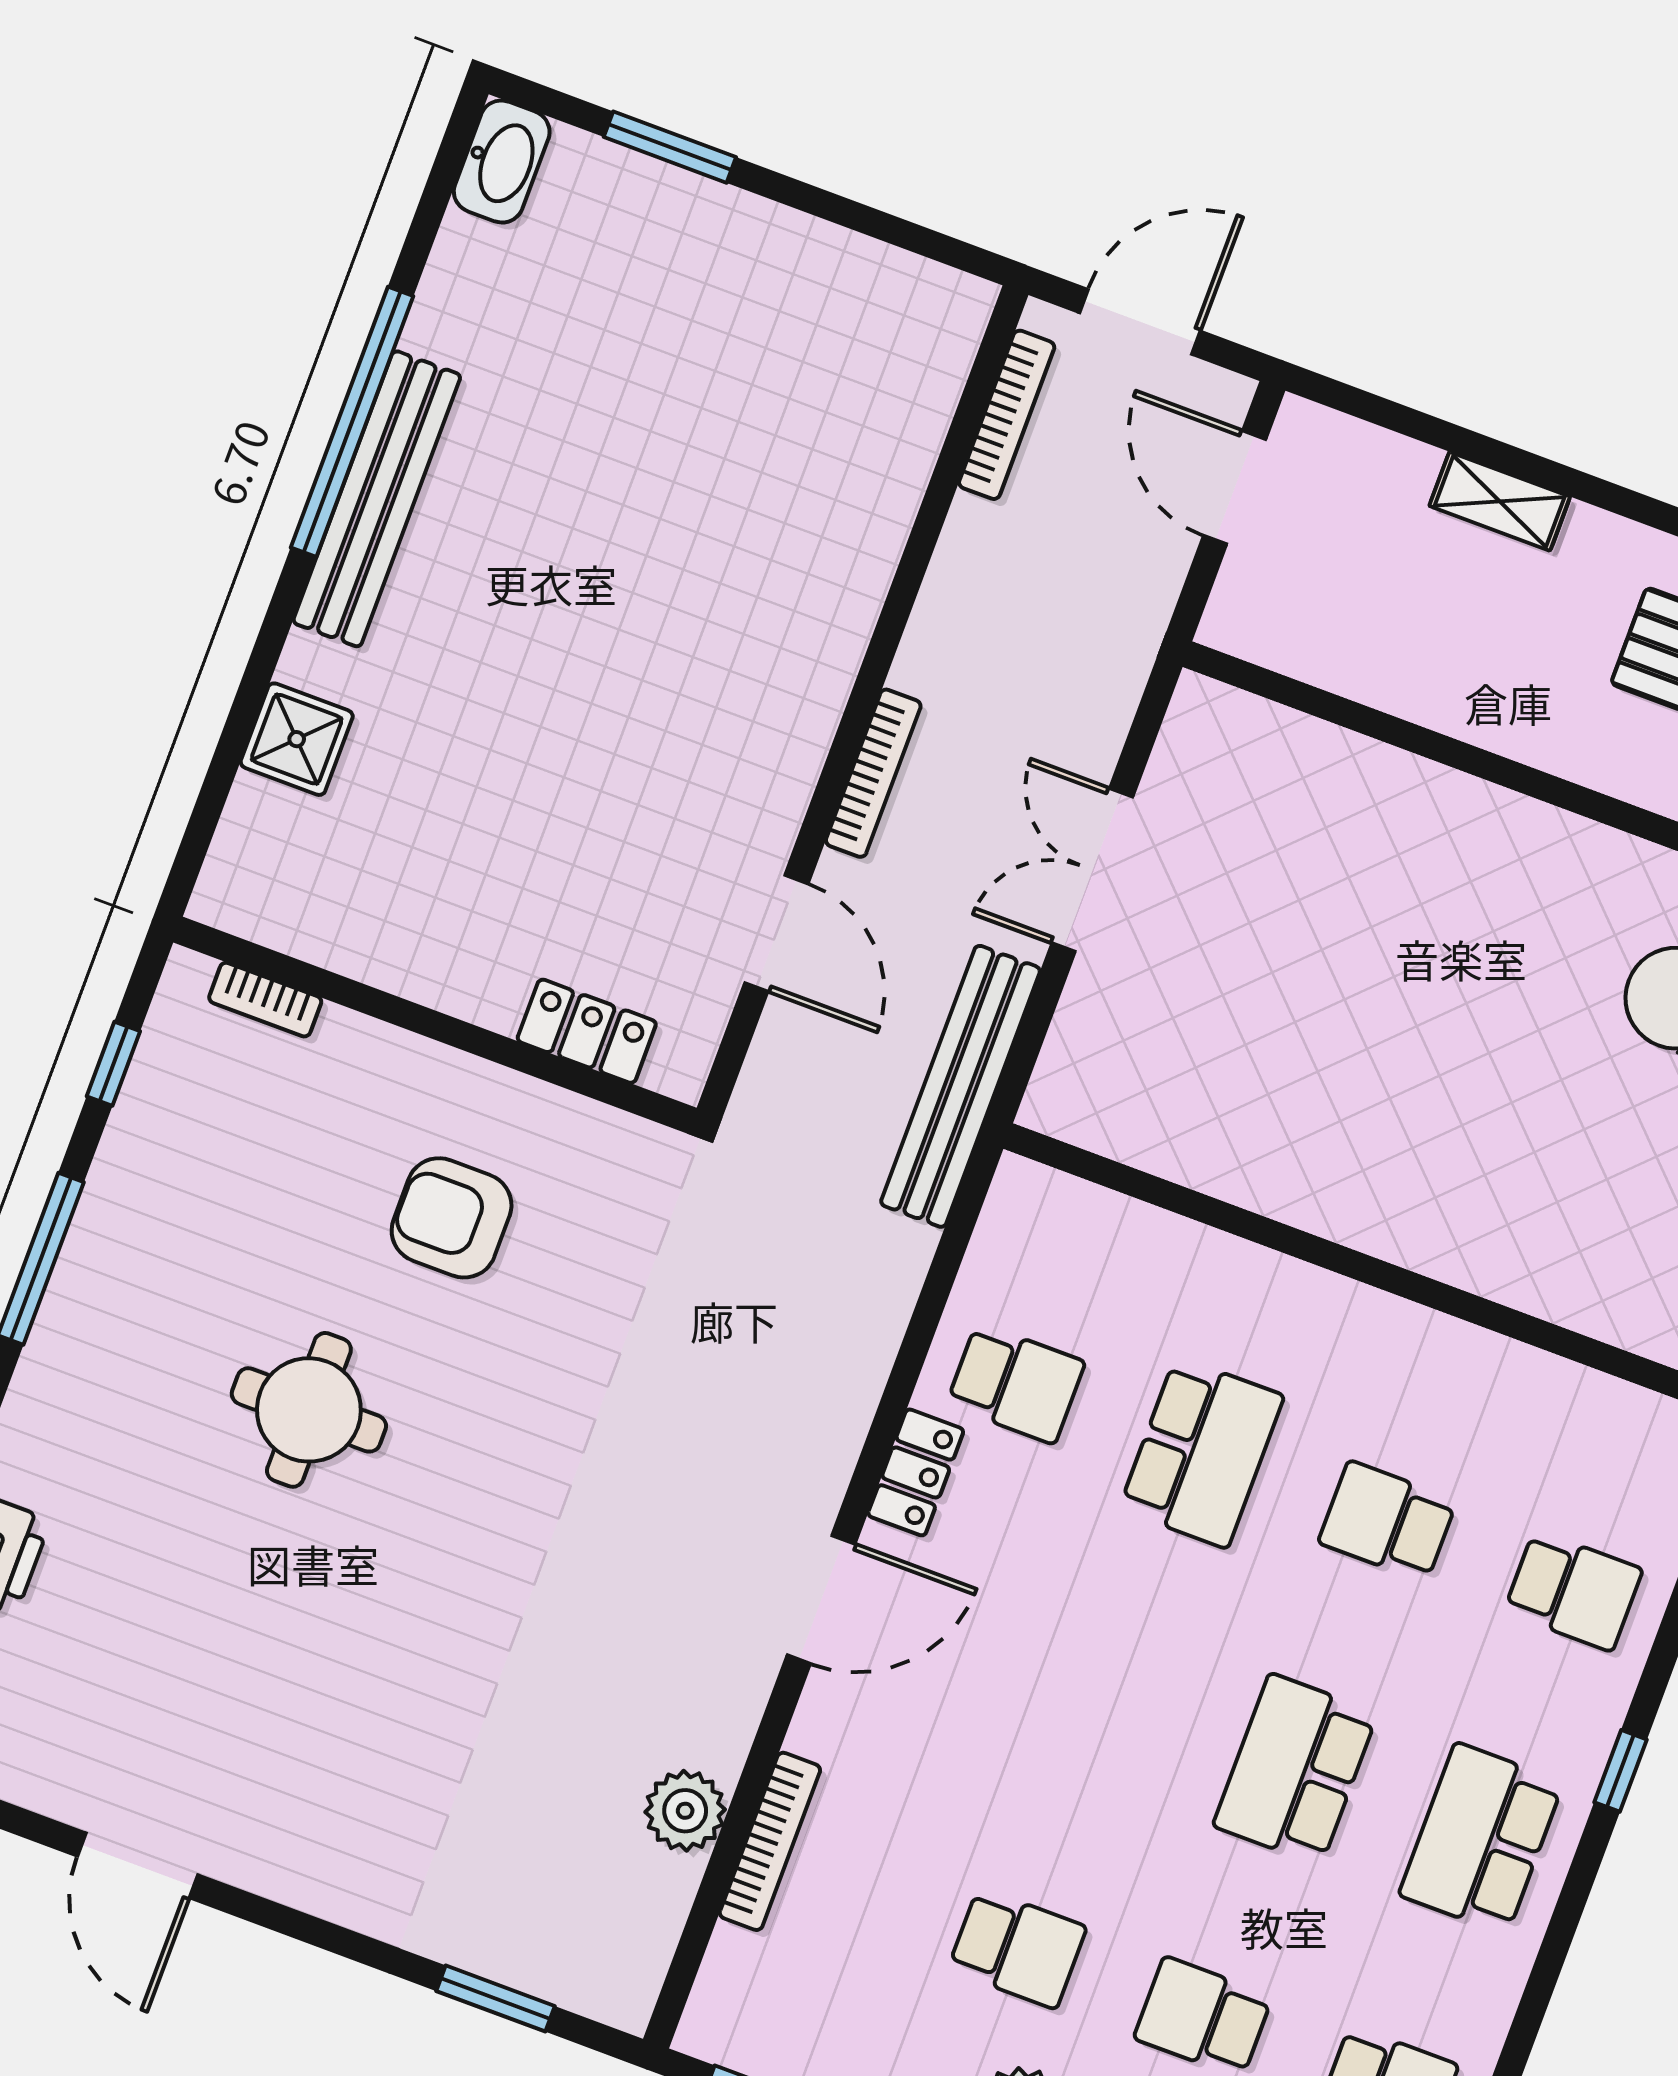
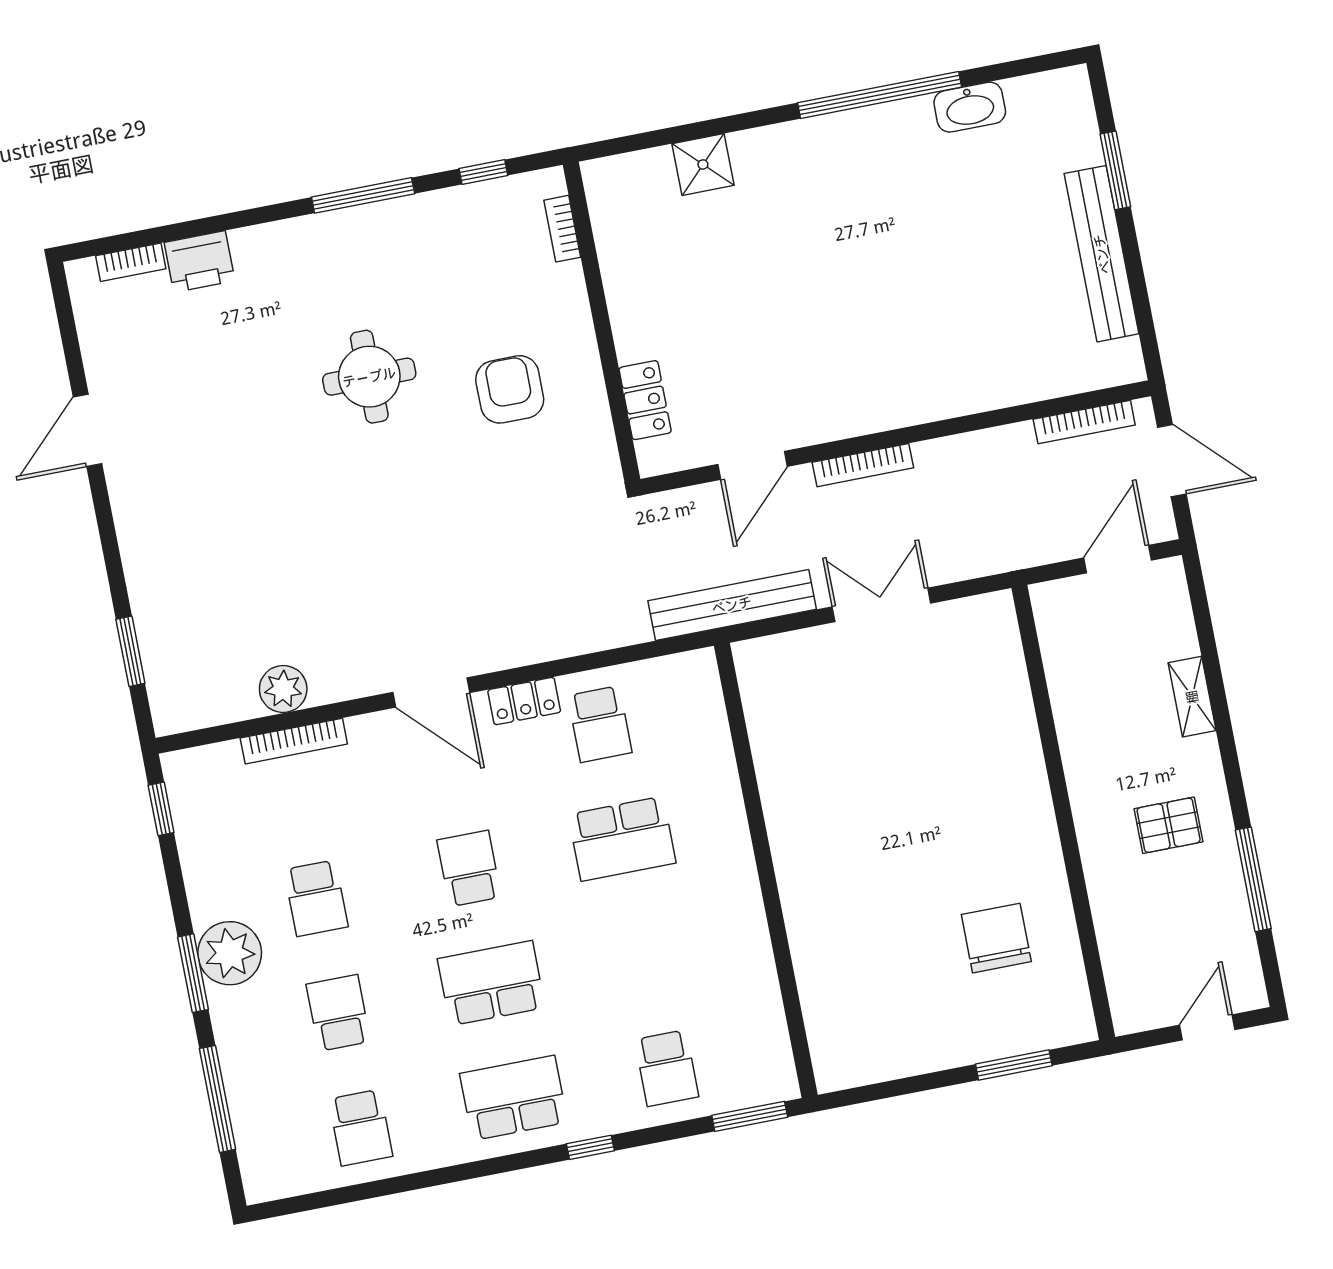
washbasin: (502, 162) -> (970, 107), moved
bench: (377, 499) -> (1102, 254), moved, turned 90
school desk: (1387, 1521) -> (469, 868), moved

